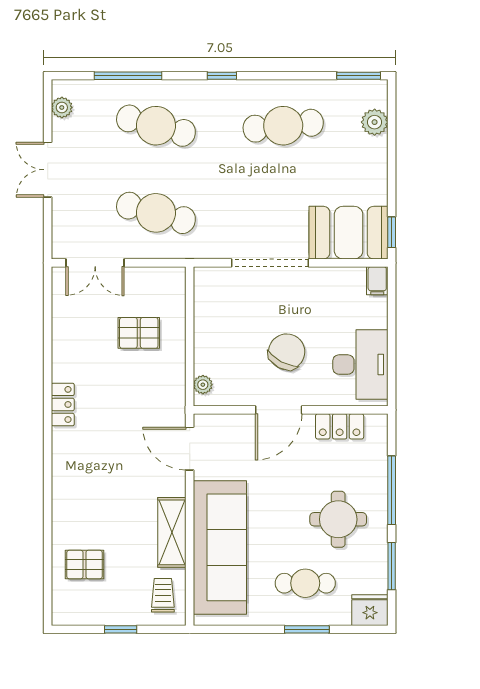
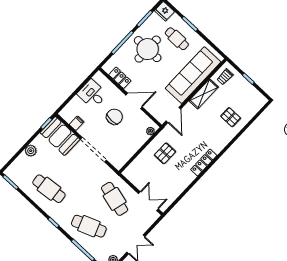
plant: (375, 122) -> (31, 151), moved
cafe table: (156, 126) -> (89, 226), turned -36
filing cabinet: (377, 281) -> (77, 123), moved
pallet: (139, 333) -> (165, 153), moved, turned 90
chair: (287, 352) -> (114, 117), turned 152
desk: (360, 365) -> (92, 94), width x0.73
locker: (63, 404) -> (204, 163), width x1.53
round table: (338, 519) -> (148, 49), width x1.36, depth x1.36
pallet: (84, 564) -> (231, 117), moved

